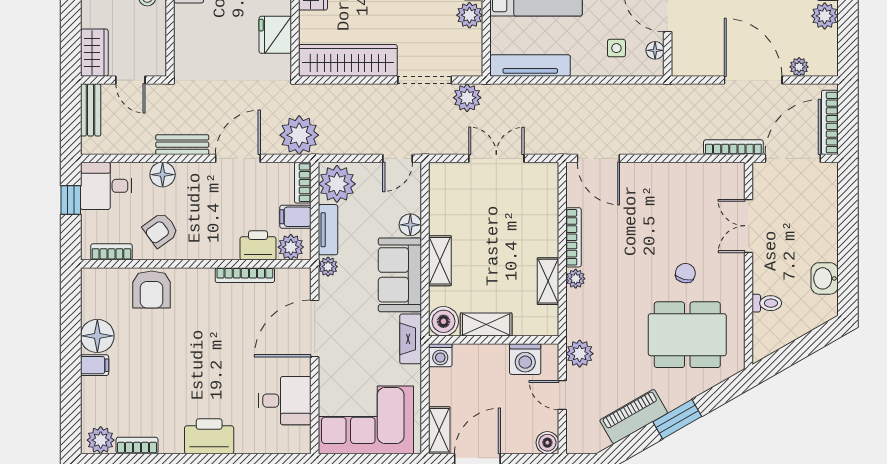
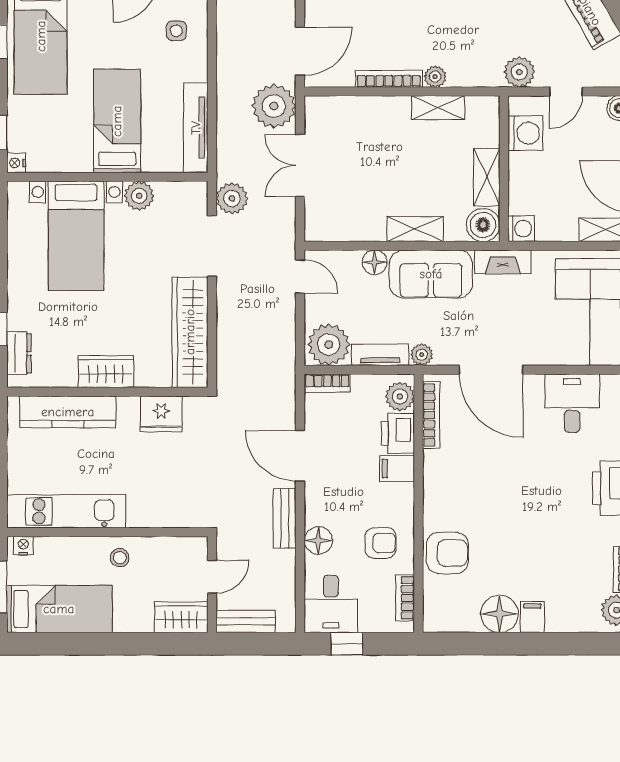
plant: (299, 135) -> (274, 106), moved
filing cabinet: (295, 217) -> (397, 469), moved, turned 90
armchair: (160, 230) -> (380, 543), turned -54
bookcase: (245, 275) -> (431, 415), moved

